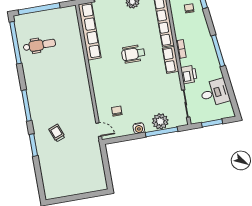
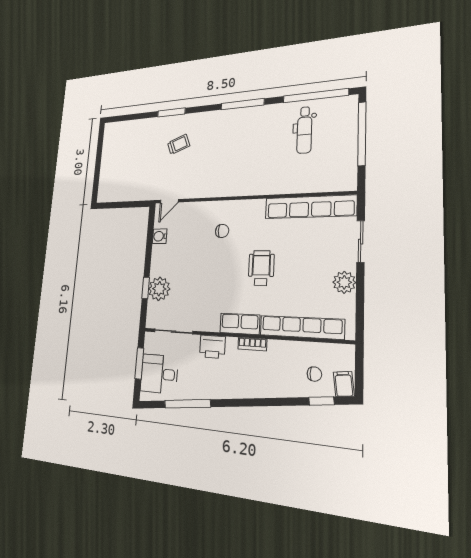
window: (218, 51) -> (187, 404), moved
desk: (215, 93) -> (159, 374), moved, turned 97
window: (26, 106) -> (242, 104), moved
chair: (117, 111) -> (222, 231), moved
water cooler: (139, 128) -> (160, 236), moved
window: (162, 132) -> (146, 288), width x0.46

